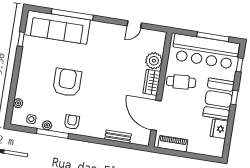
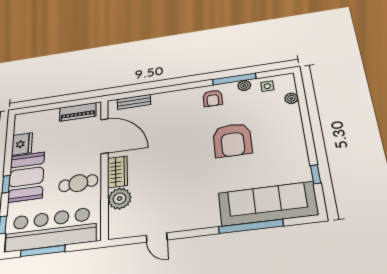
door: (134, 24) -> (157, 238), swing flipped
bench: (118, 137) -> (134, 102), moved

